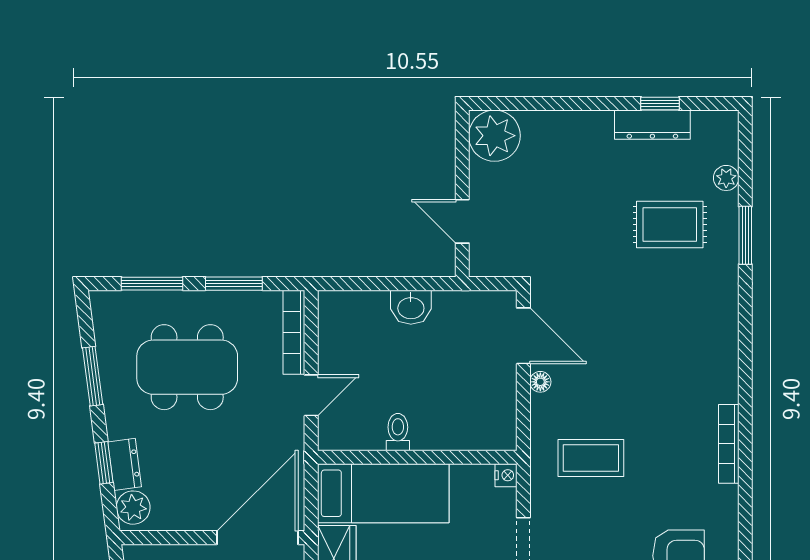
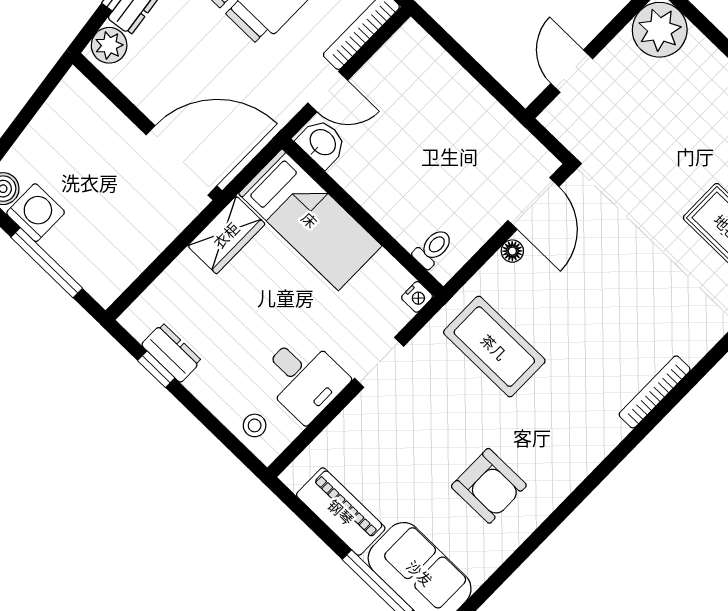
washbasin: (411, 307) -> (322, 143), moved, turned 180
toilet: (398, 432) -> (433, 248), moved
bookcase: (729, 444) -> (655, 392), moved
coffee table: (591, 458) -> (494, 347), width x1.36, depth x1.32

